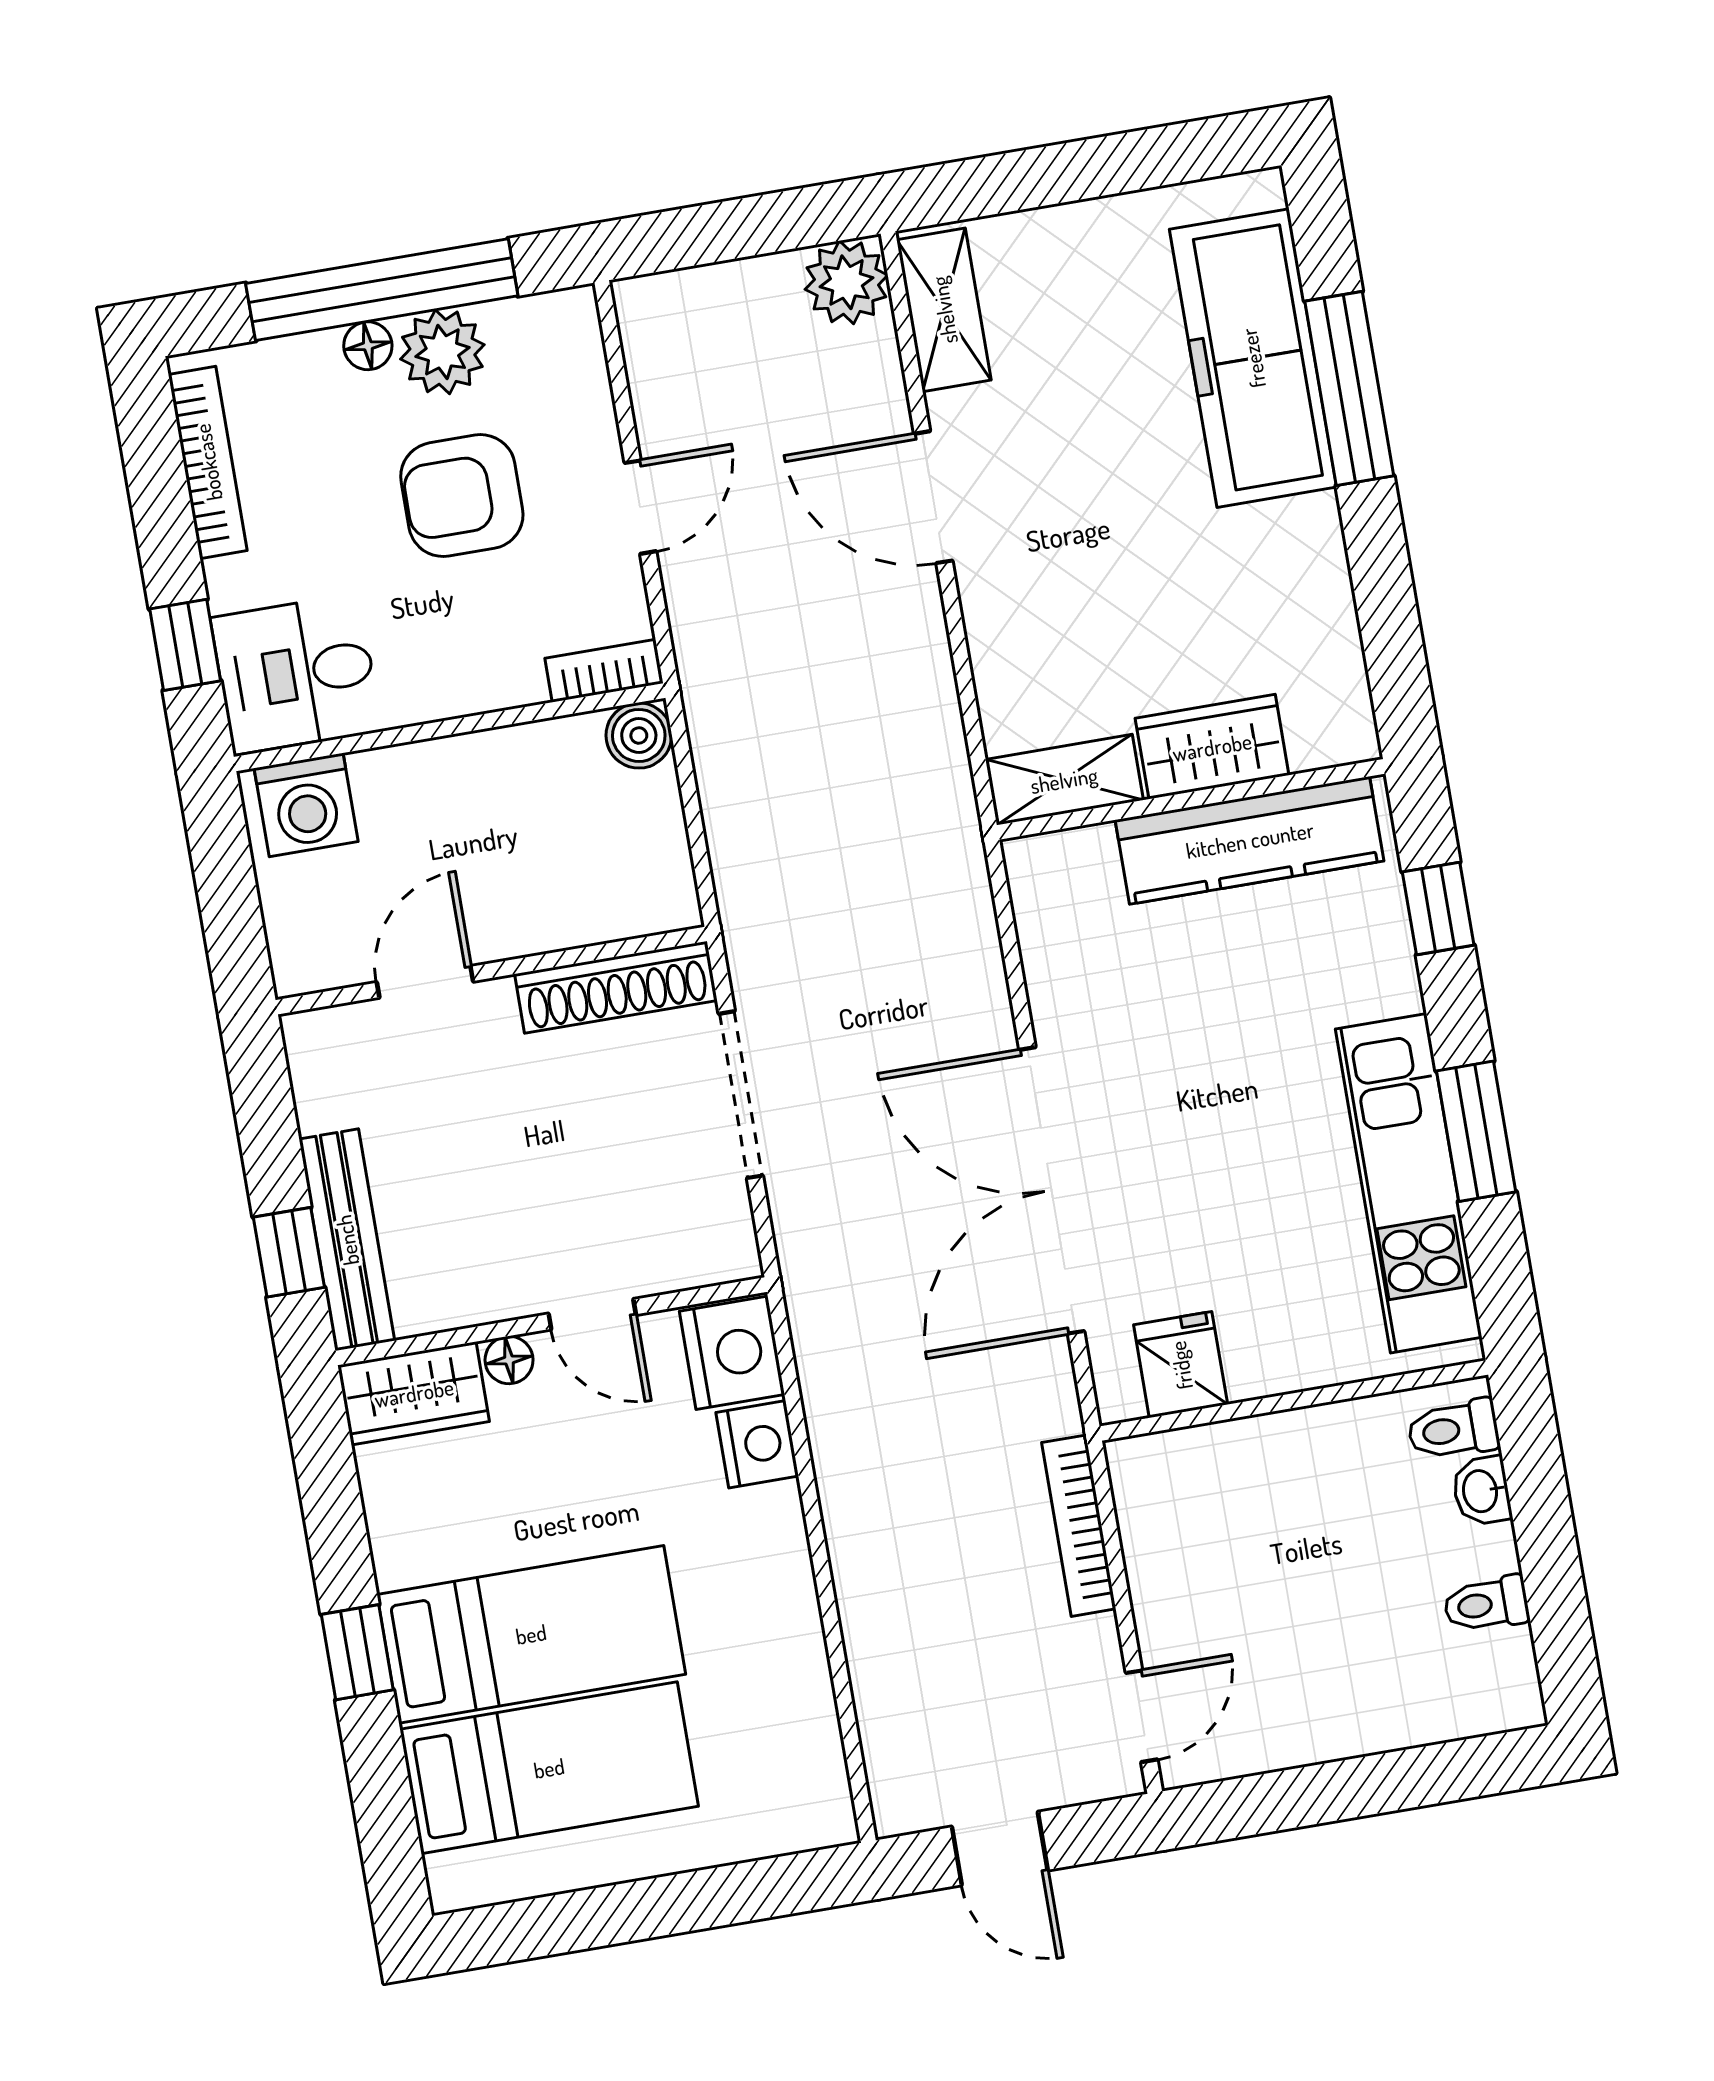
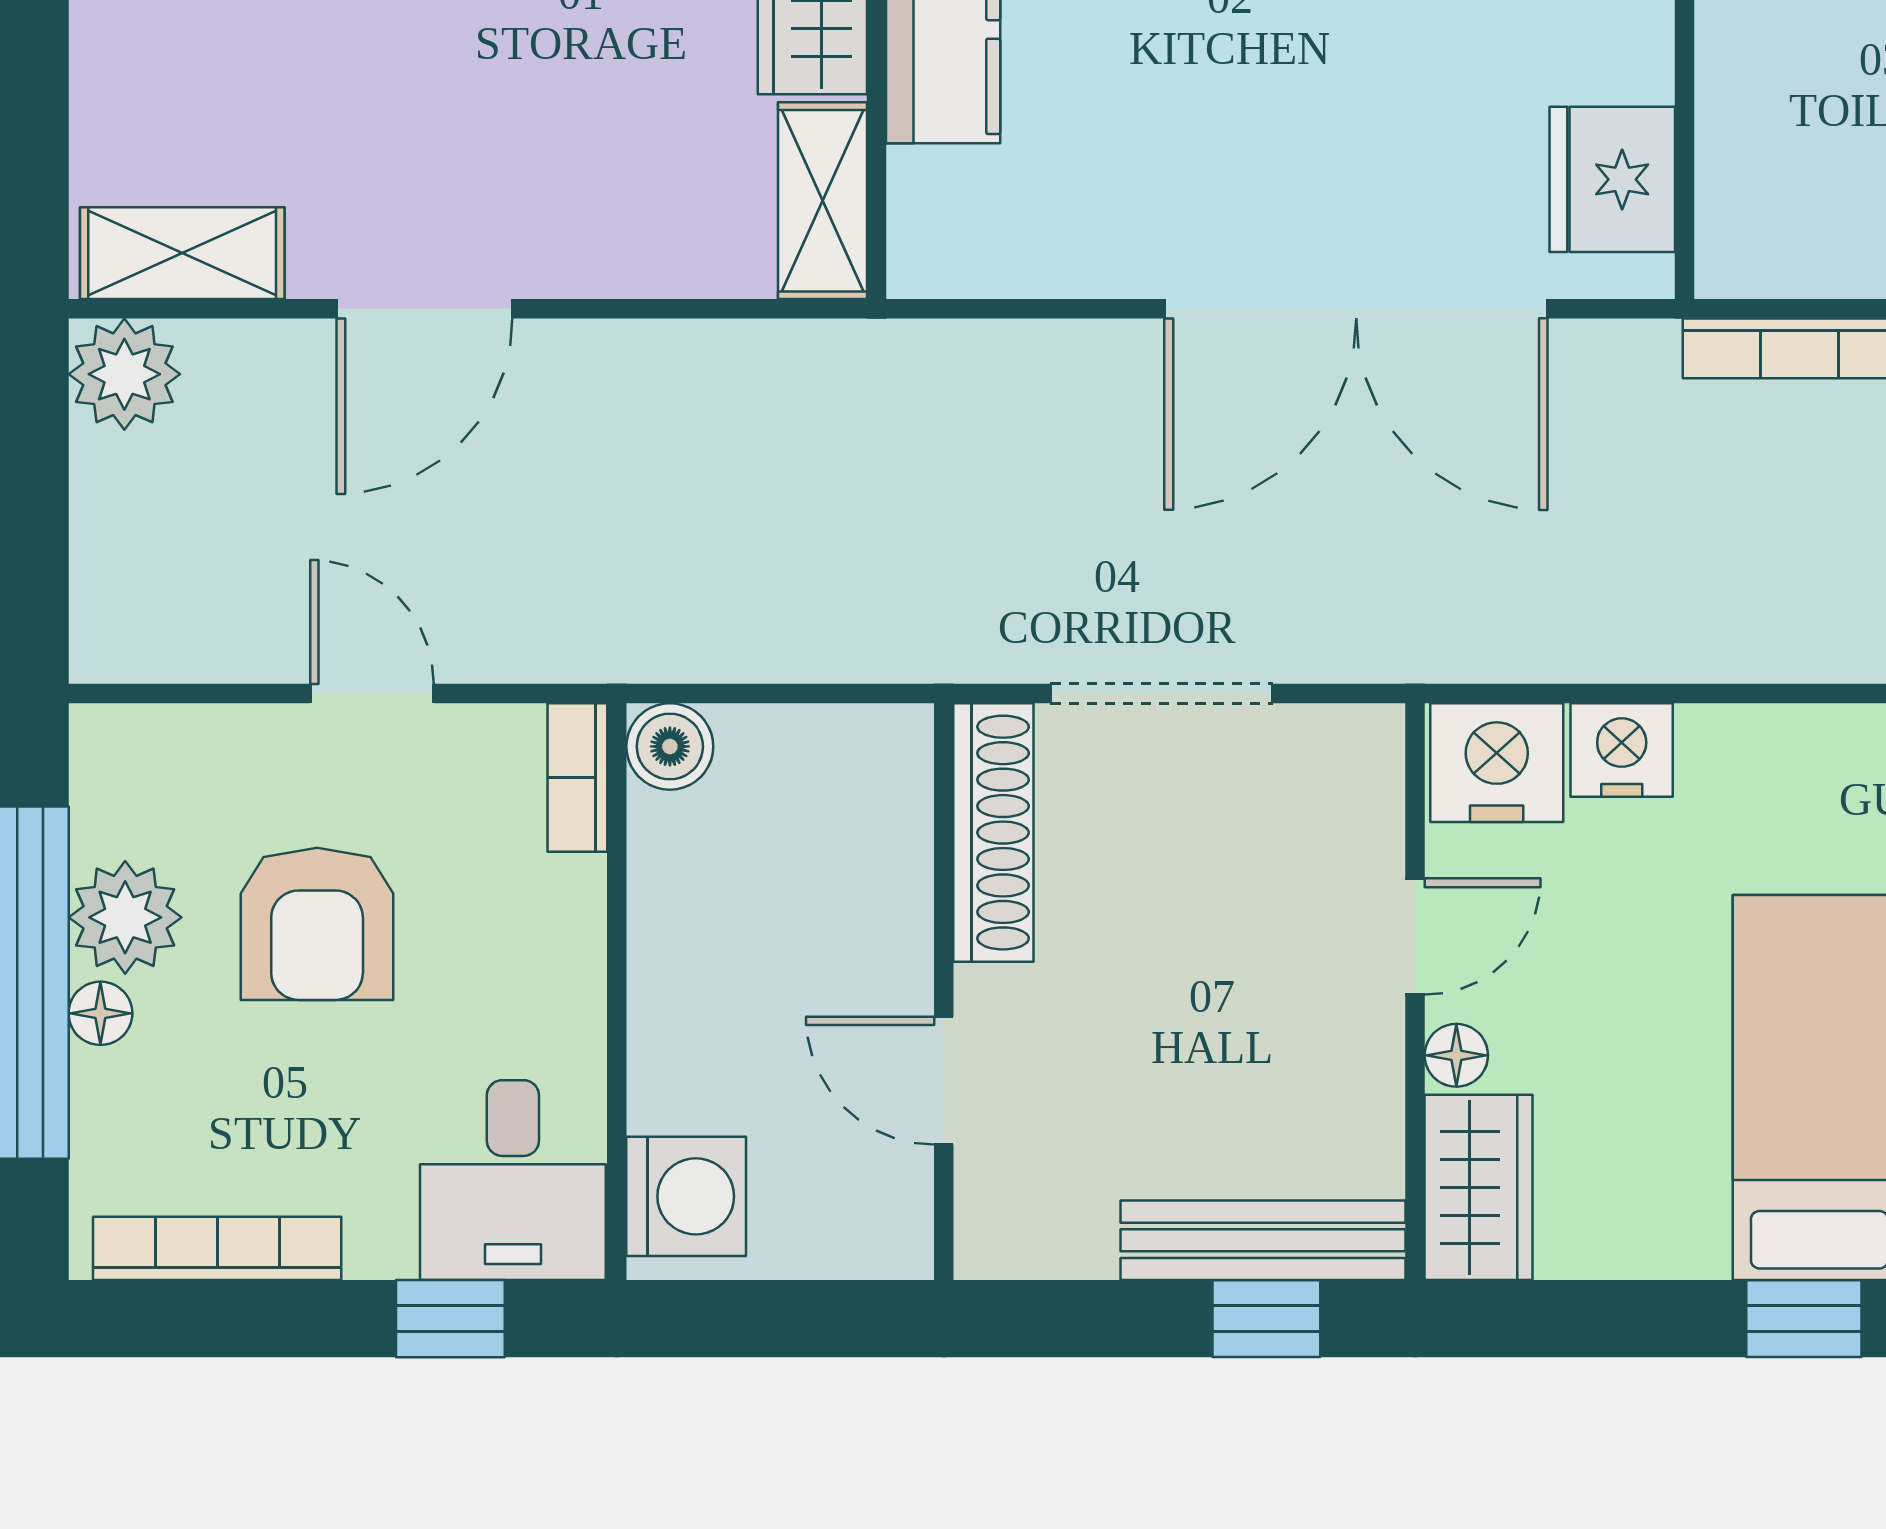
fridge: (1181, 1365) -> (1612, 179), width x1.38

